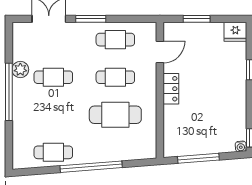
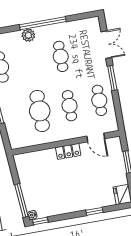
plant: (20, 70) -> (28, 35), moved
window: (198, 158) -> (21, 201), moved

